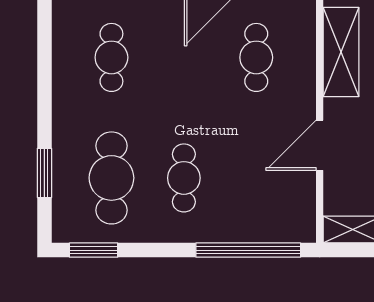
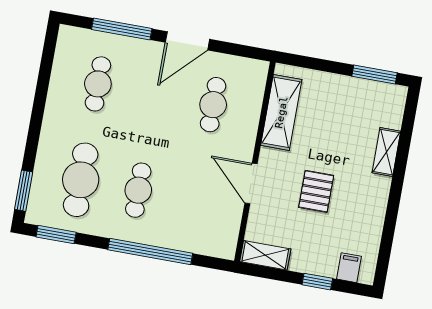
door: (320, 145) -> (251, 183), hinge flipped
window: (44, 173) -> (24, 191), moved
window: (248, 250) -> (150, 251), moved

